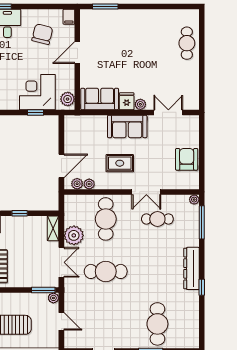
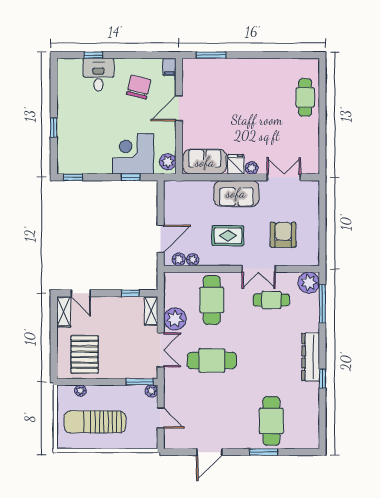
armchair: (187, 159) -> (283, 235), moved
plant: (194, 200) -> (309, 283), width x1.88, depth x1.88
window: (20, 213) -> (130, 293), moved

